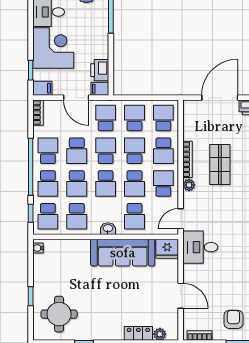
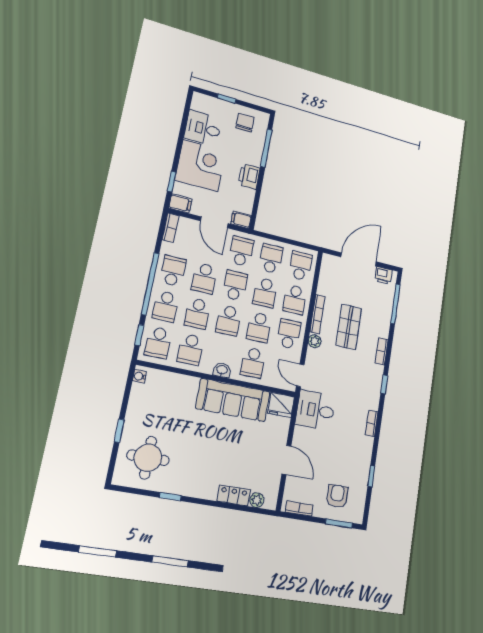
printer: (100, 70) -> (249, 176), moved
school desk: (134, 151) -> (265, 293), turned 180
door: (181, 219) -> (300, 375), hinge flipped

